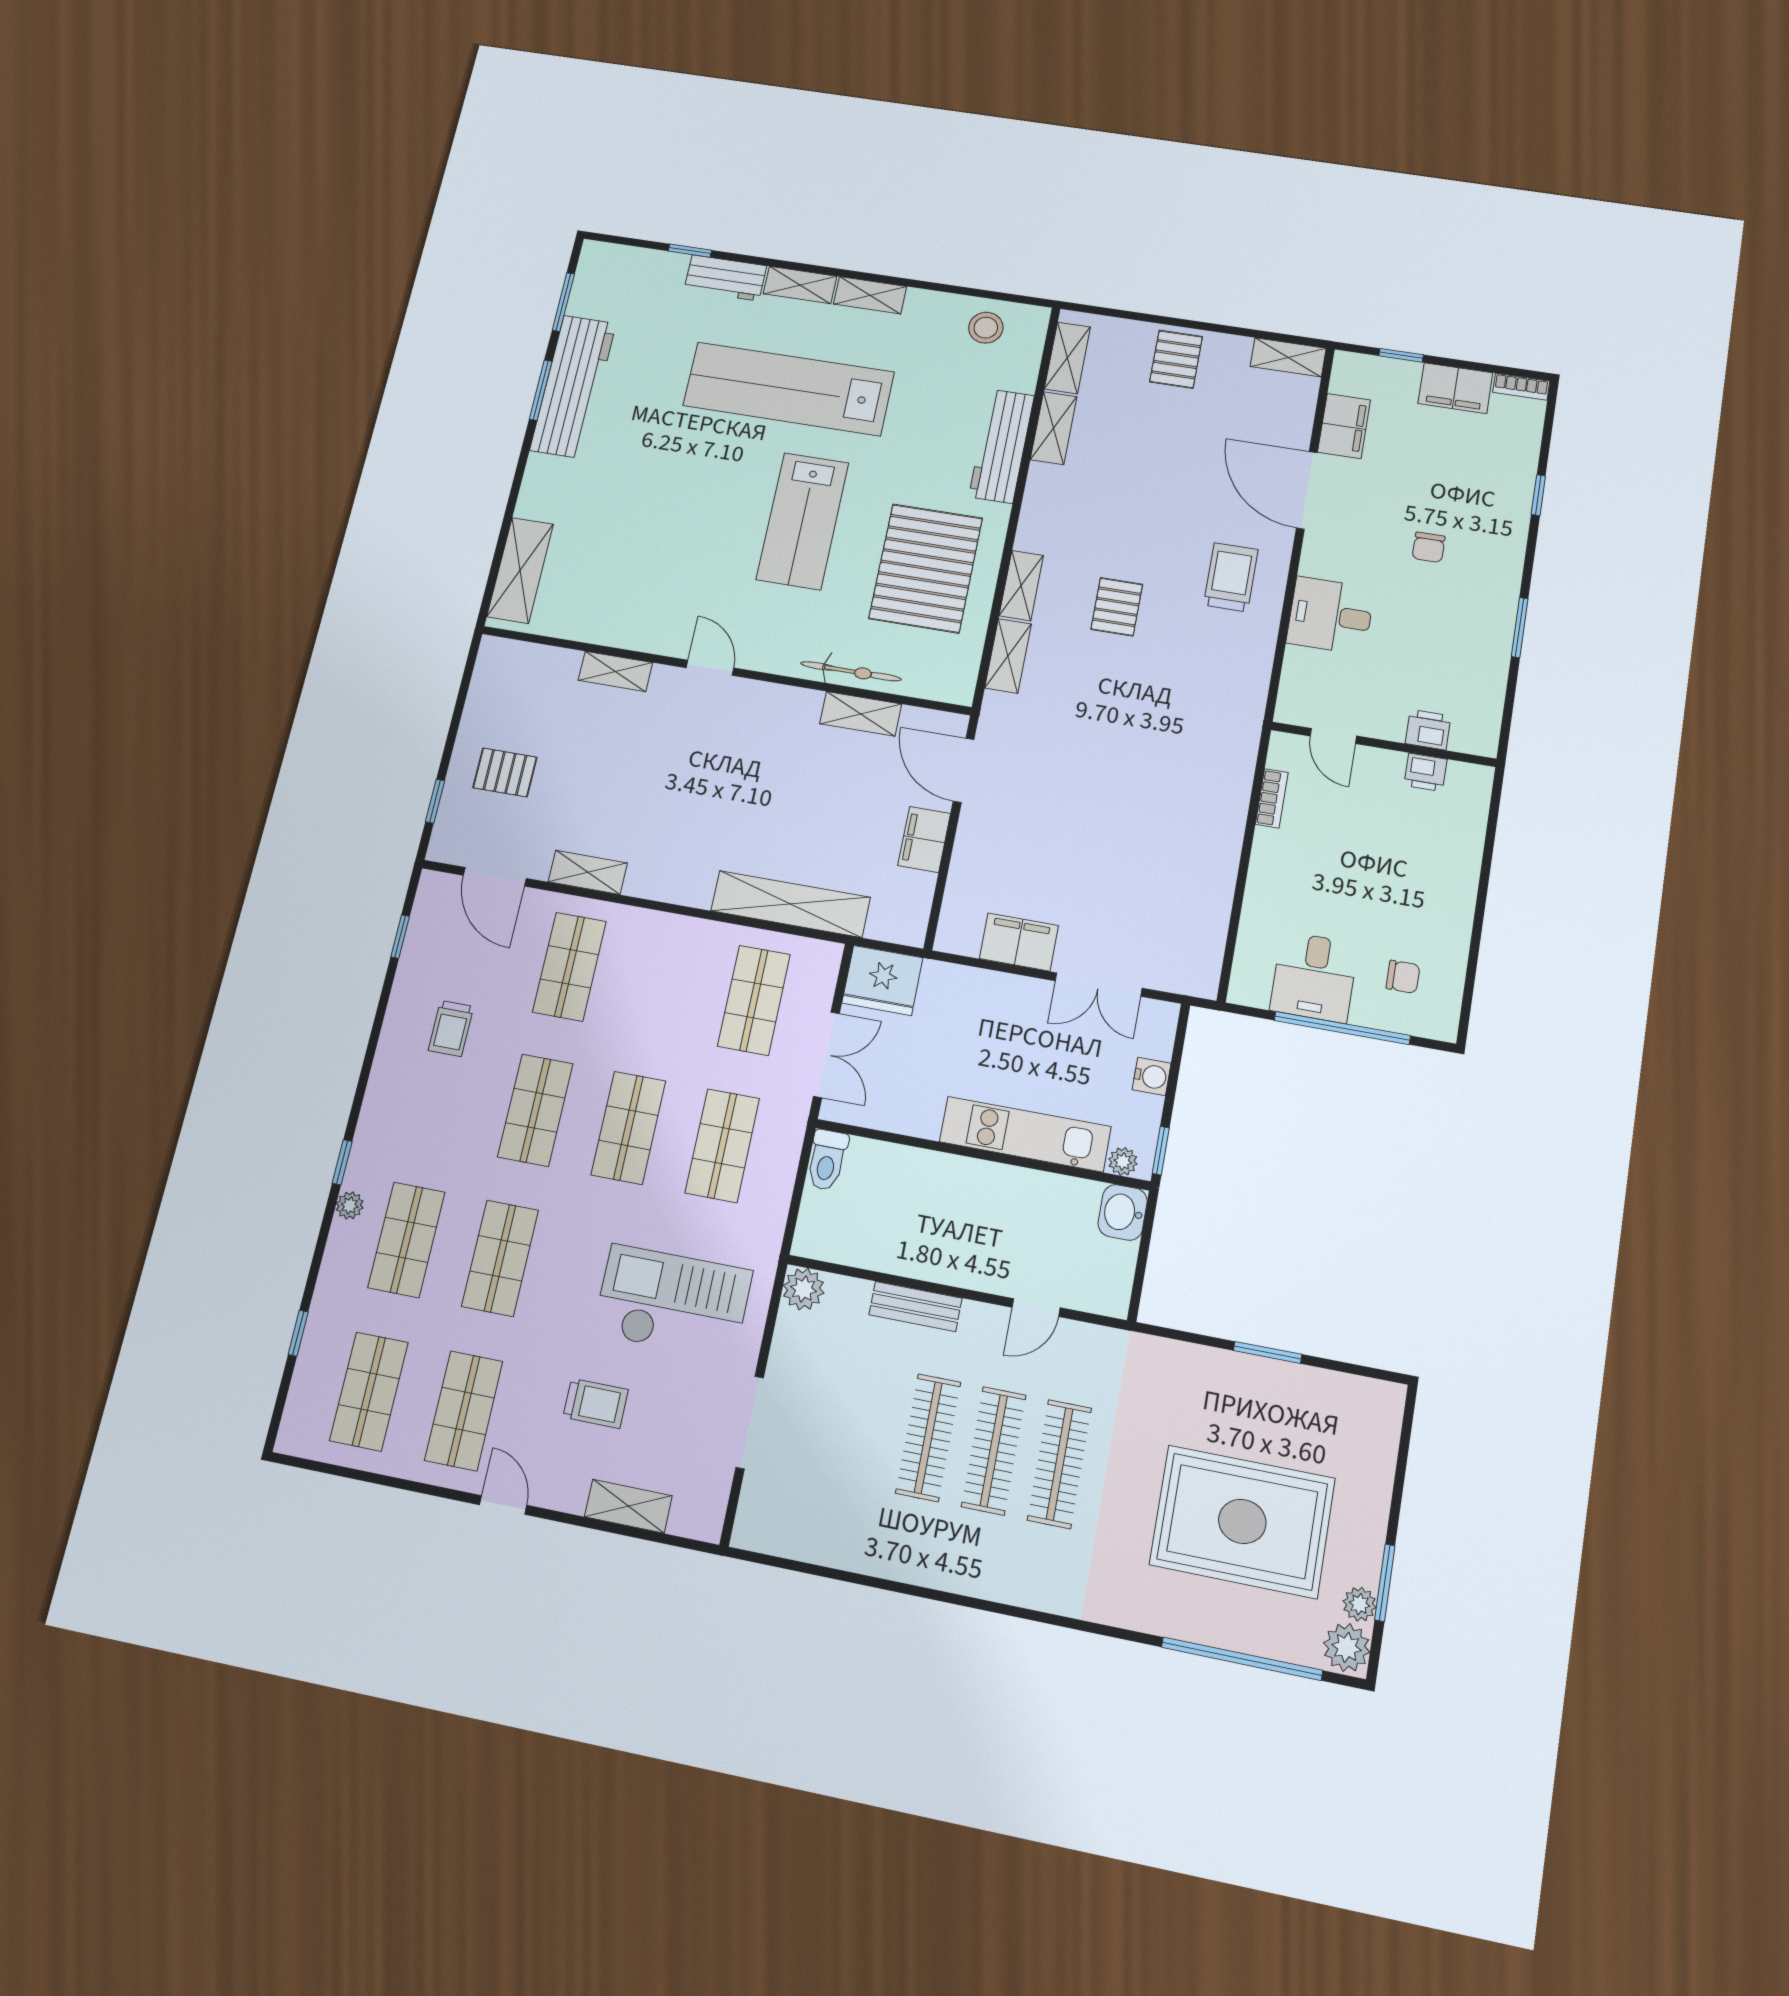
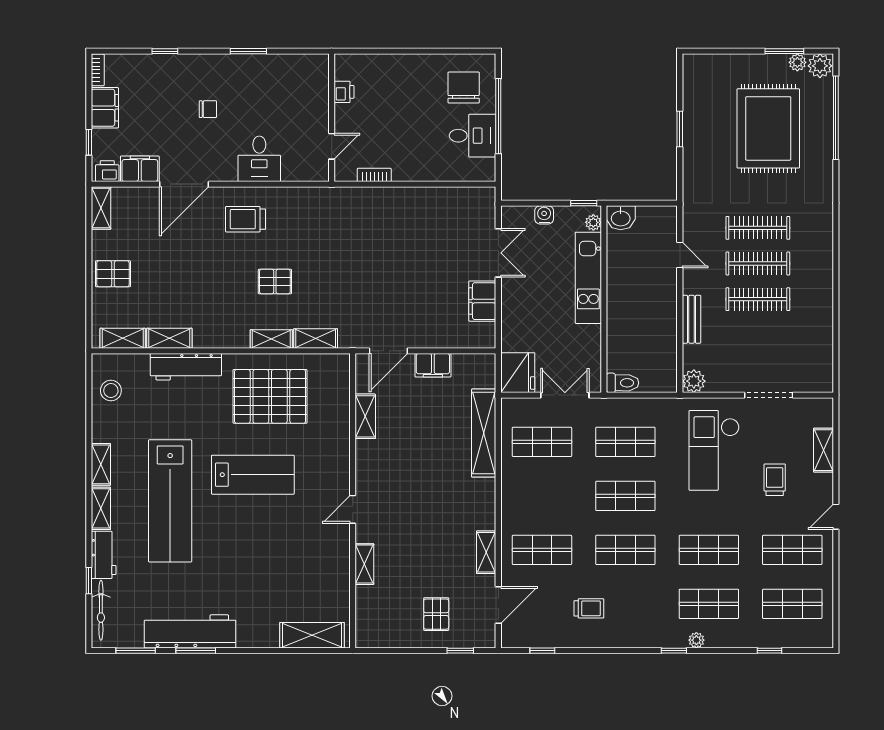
bicycle: (851, 671) -> (101, 610), moved, turned 180
printer: (1428, 730) -> (107, 171), moved, turned 90
chair: (1403, 977) -> (464, 88), width x1.87, depth x1.87

